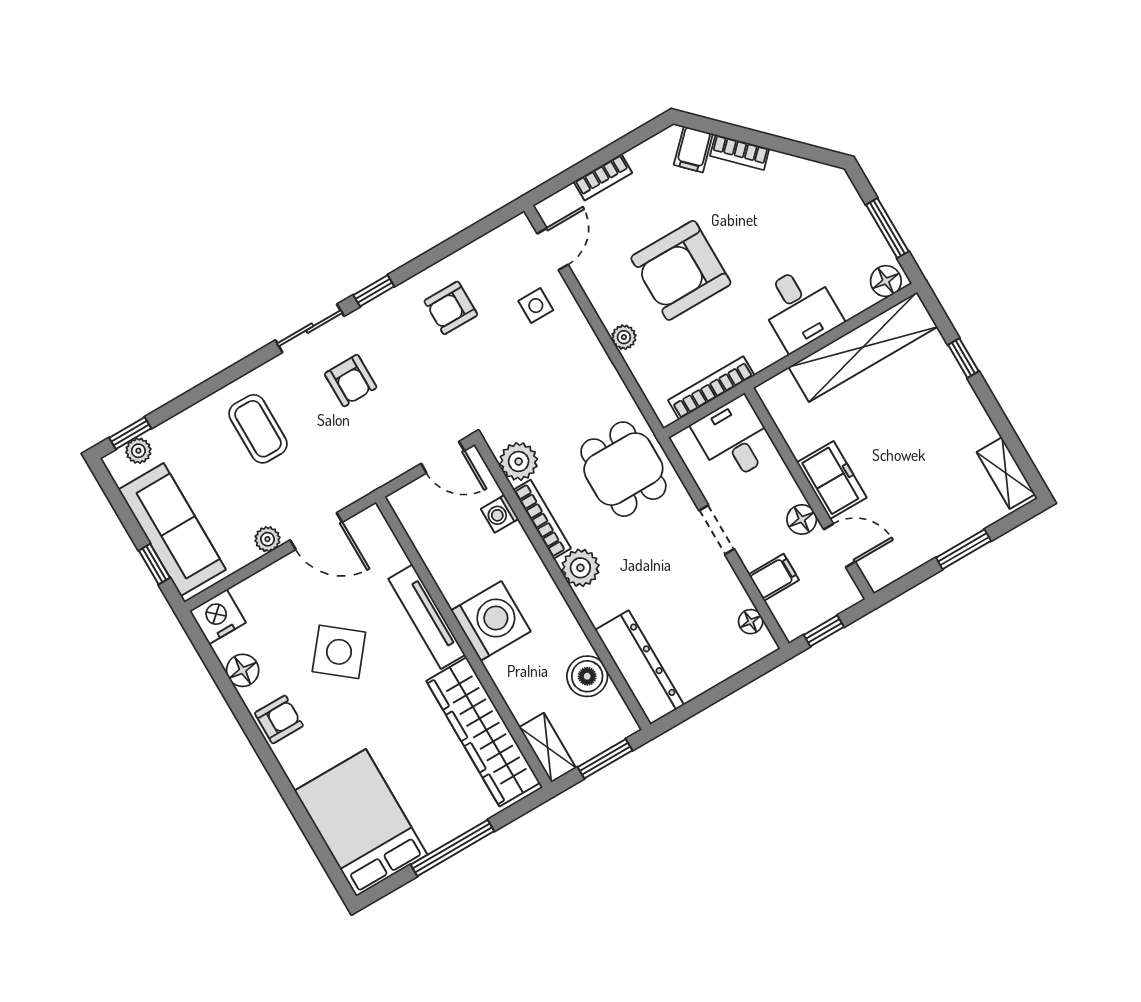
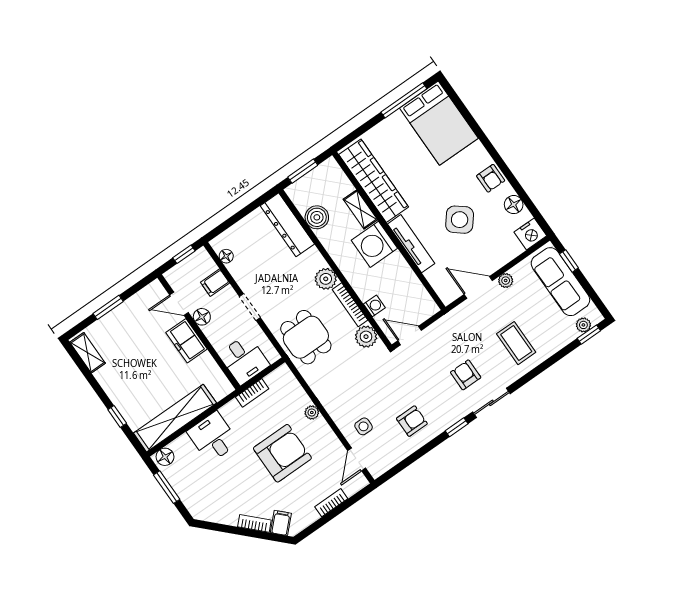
bookcase: (711, 388) -> (252, 393), width x0.64
armchair: (279, 719) -> (491, 178), turned -90
shelving: (548, 748) -> (360, 210), moved
window: (452, 848) -> (404, 100), moved

